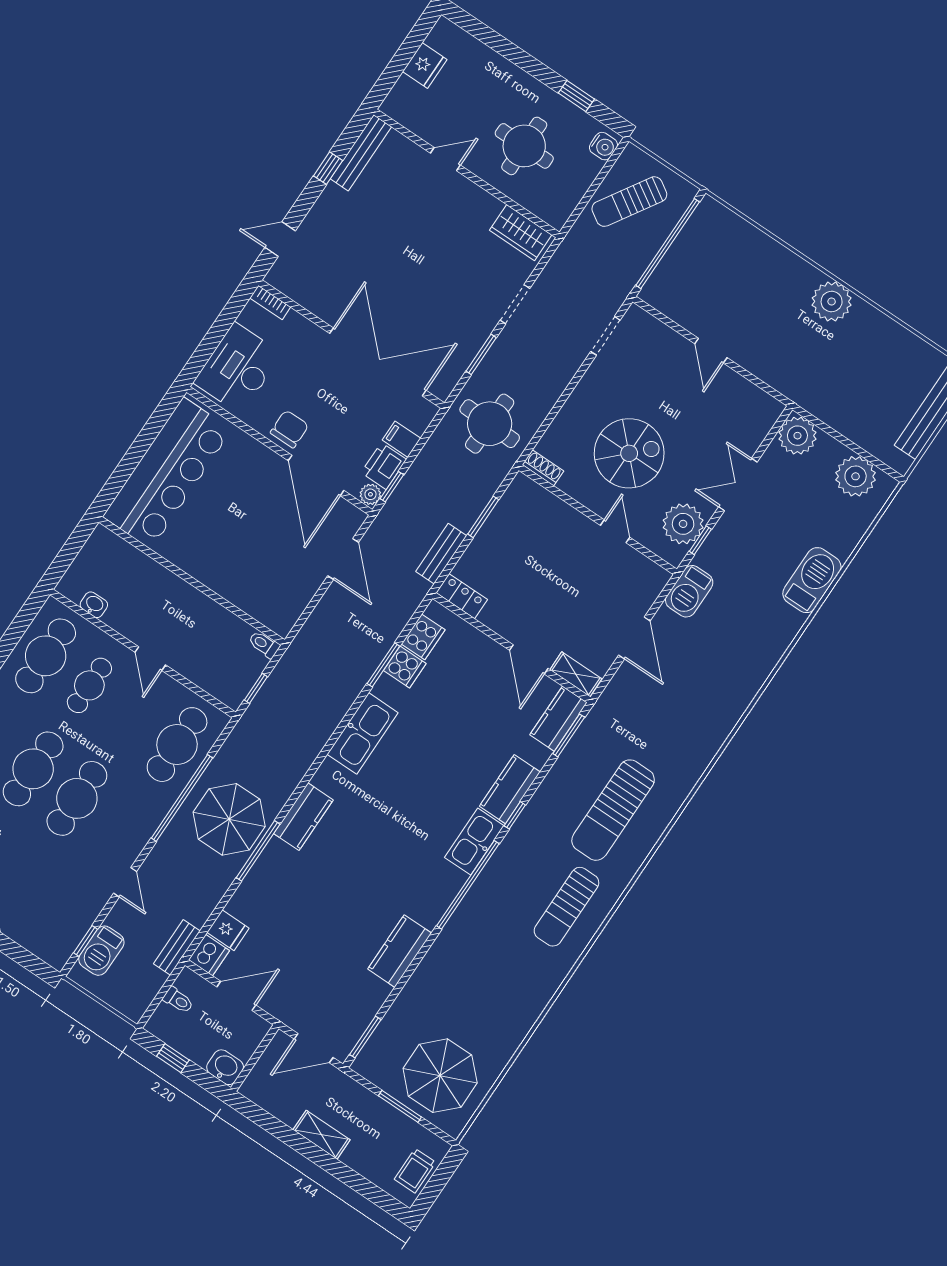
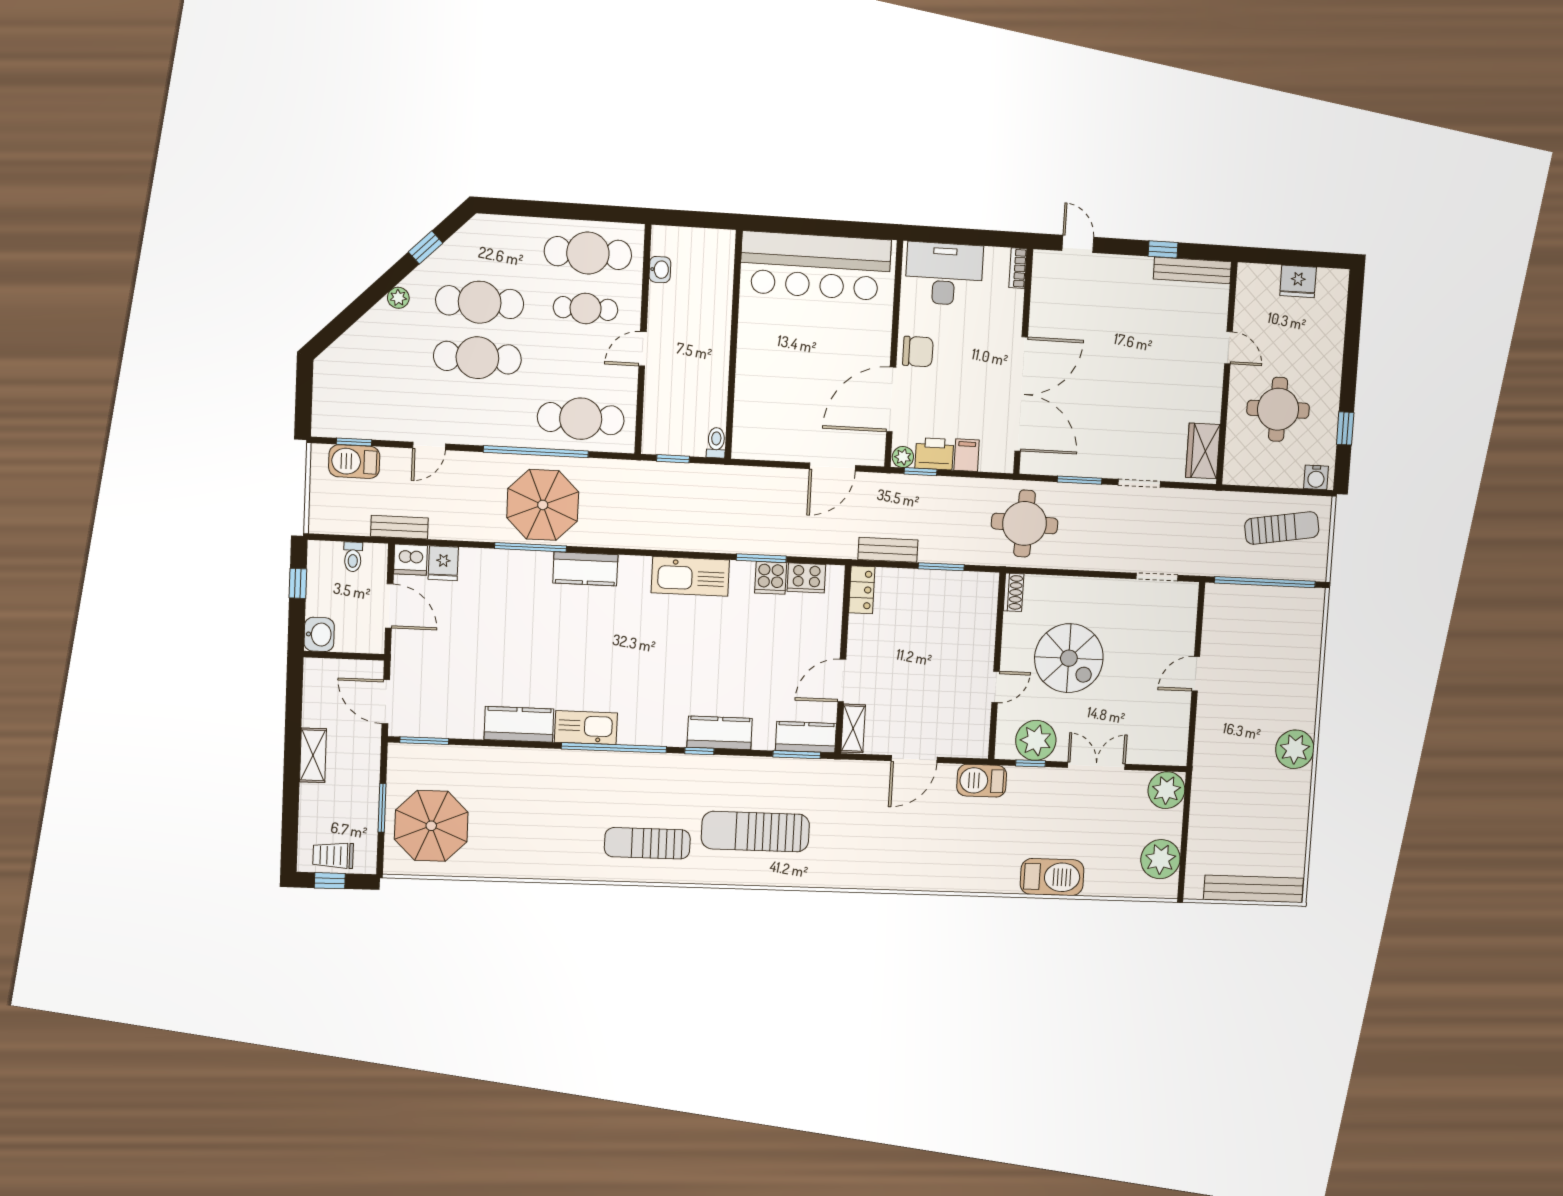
sun lounger: (629, 202) -> (1282, 528), turned 139
kitchen sink: (474, 842) -> (586, 728), moved
window: (434, 1187) -> (330, 881), added

